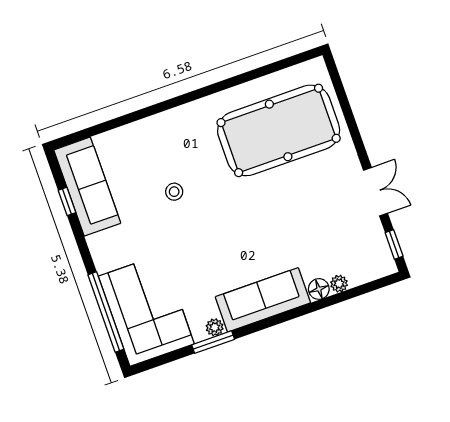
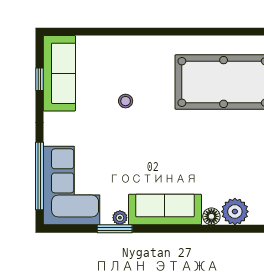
plant: (339, 284) -> (235, 212), width x1.87, depth x1.87

